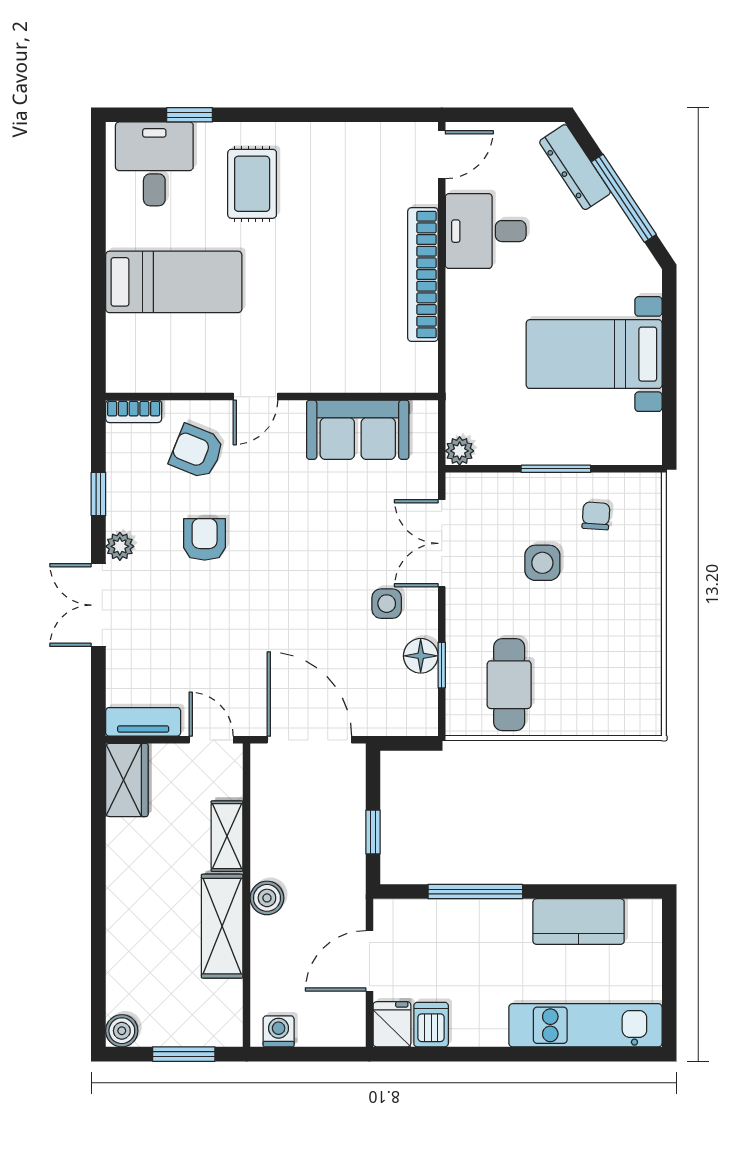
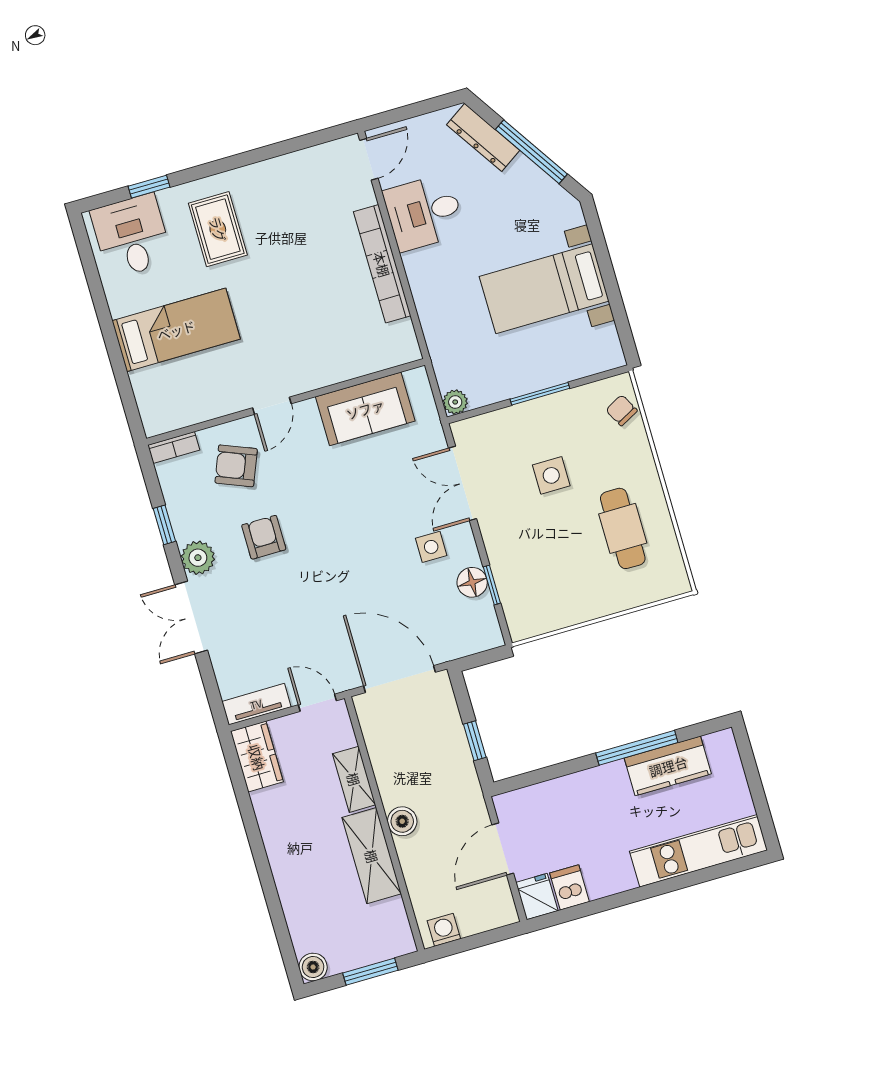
chair: (596, 516) -> (622, 410), moved, turned -32
plant: (120, 546) -> (198, 558), width x1.38, depth x1.38
cafe table: (509, 685) -> (623, 528), moved
window: (475, 891) -> (637, 748), moved

